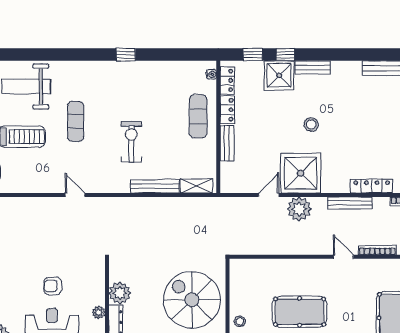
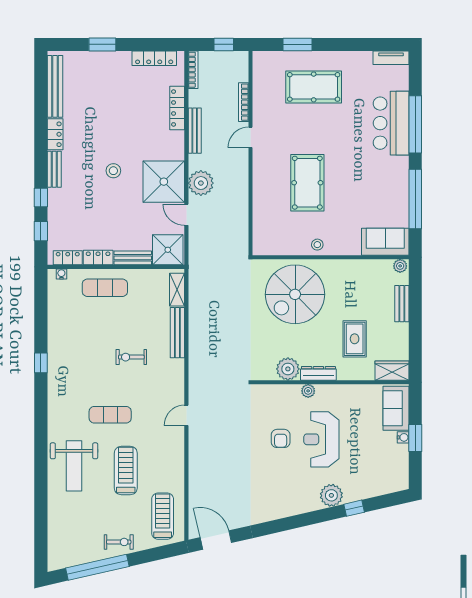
locker: (346, 68) -> (55, 134), added
shower: (279, 75) -> (168, 250), moved
exercise bike: (131, 142) -> (131, 357), width x0.73, depth x0.72

